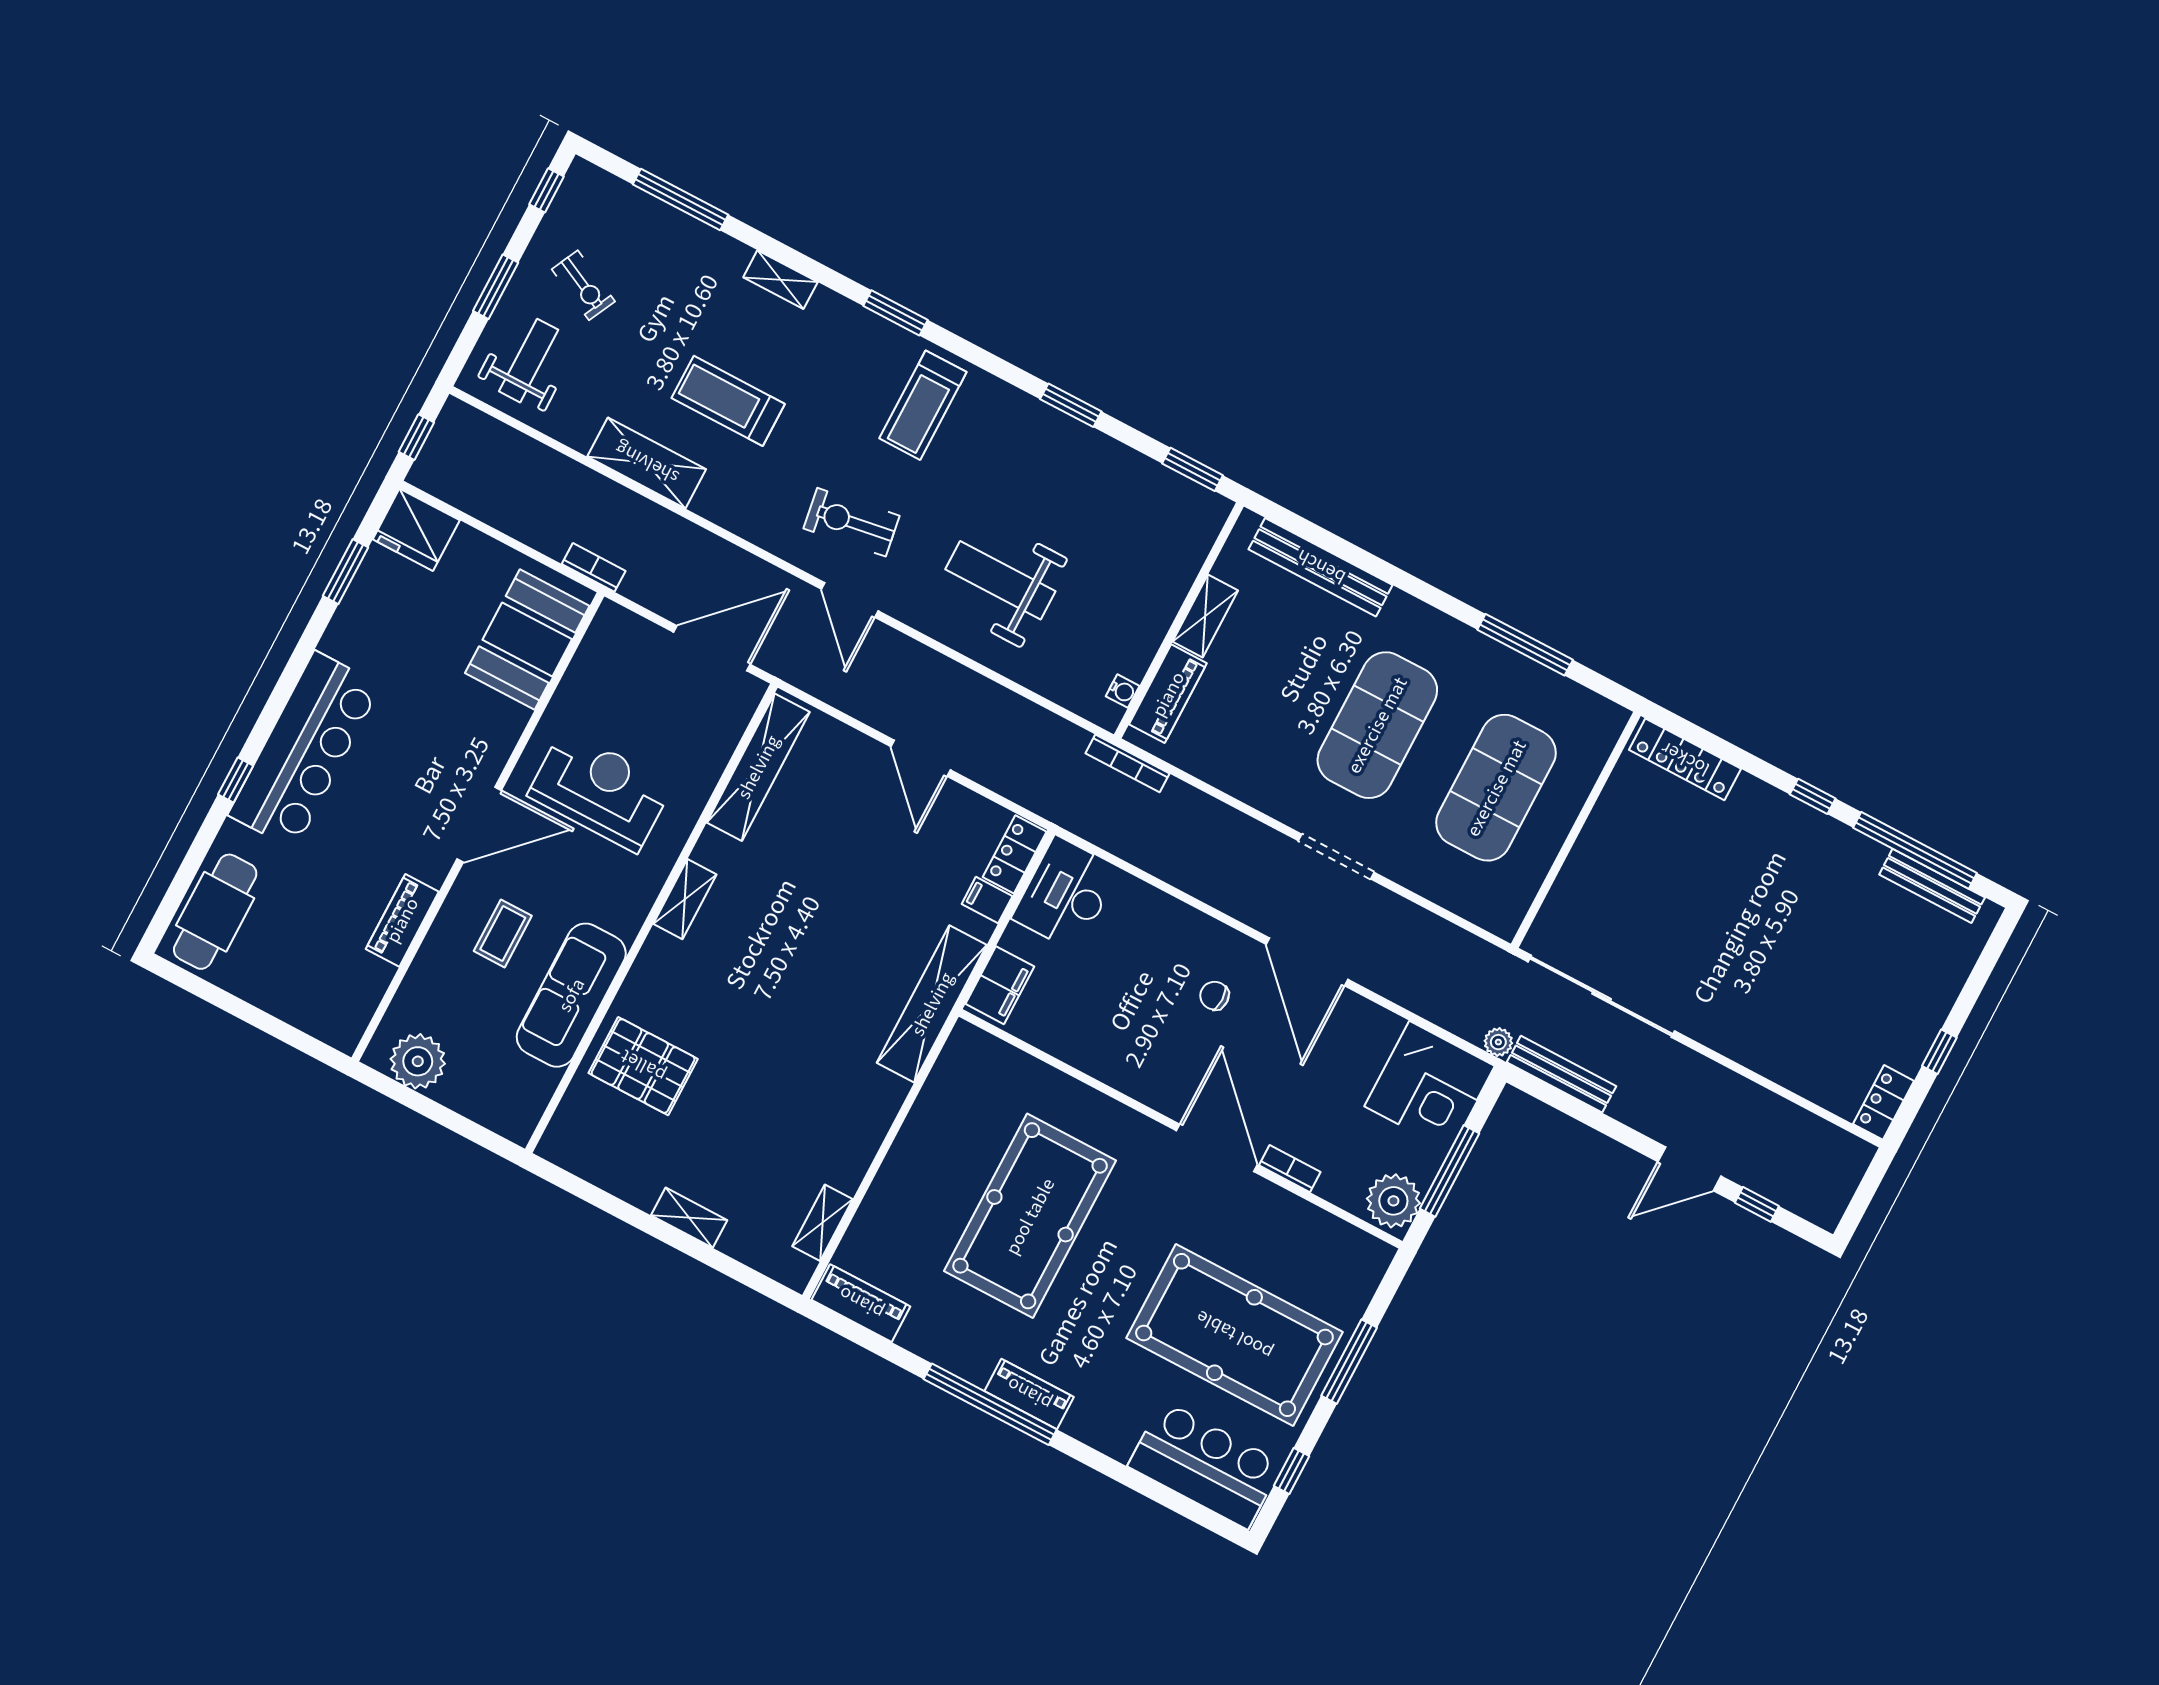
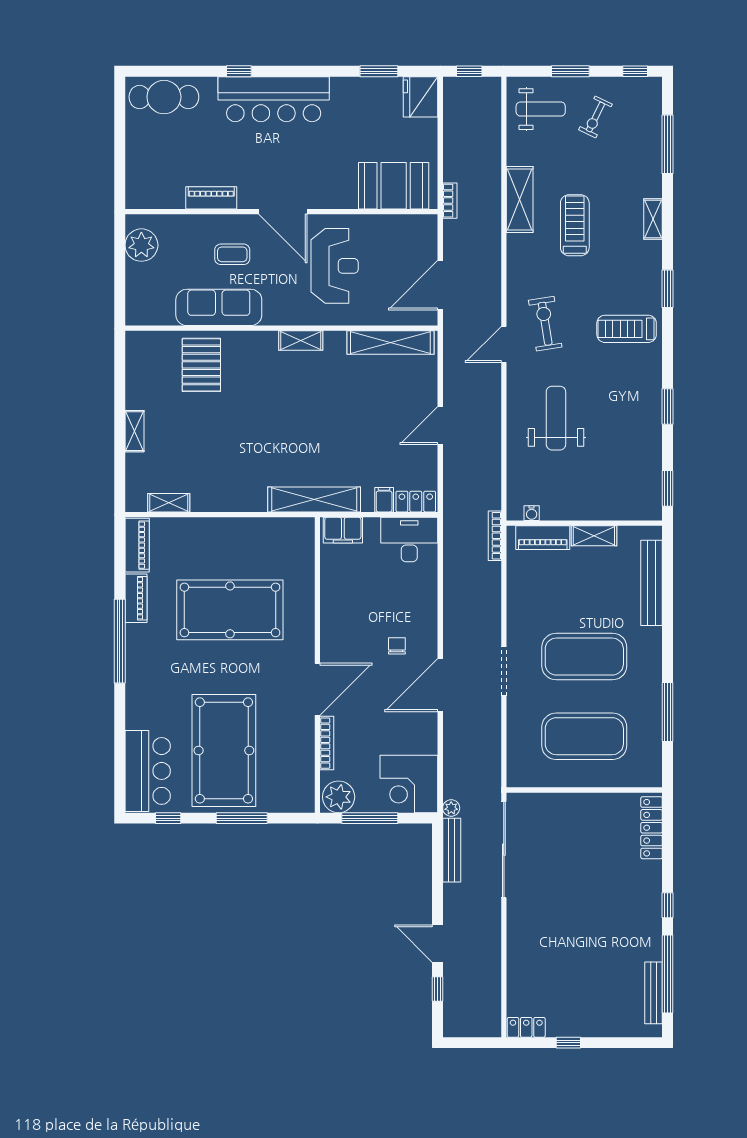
door: (712, 648) -> (440, 285), swing flipped
bookcase: (1290, 1169) -> (327, 743), width x1.56
piano: (1029, 1394) -> (136, 598), moved

